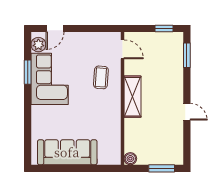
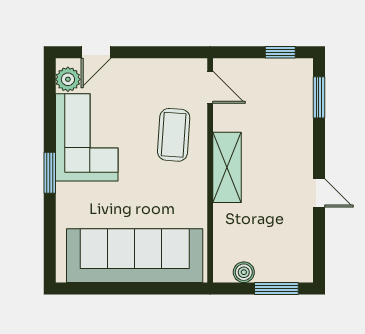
window: (28, 72) -> (50, 173), moved
coffee table: (101, 77) -> (174, 135), width x1.36, depth x1.30
sofa: (67, 152) -> (135, 256), width x1.36, depth x1.27
boiler: (130, 159) -> (244, 272), moved

